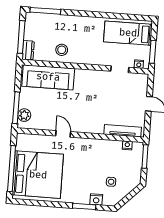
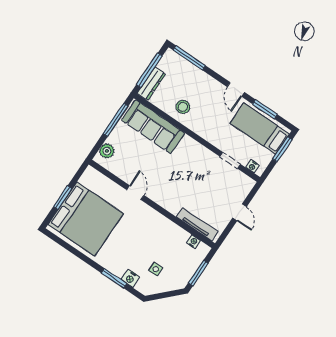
door: (94, 14) -> (236, 89), added
window: (124, 17) -> (265, 109), added
dresser: (28, 50) -> (151, 84), width x1.44
window: (153, 52) -> (282, 149), moved
window: (16, 108) -> (116, 120), moved
window: (145, 156) -> (198, 273), moved
window: (12, 169) -> (63, 198), width x0.47

